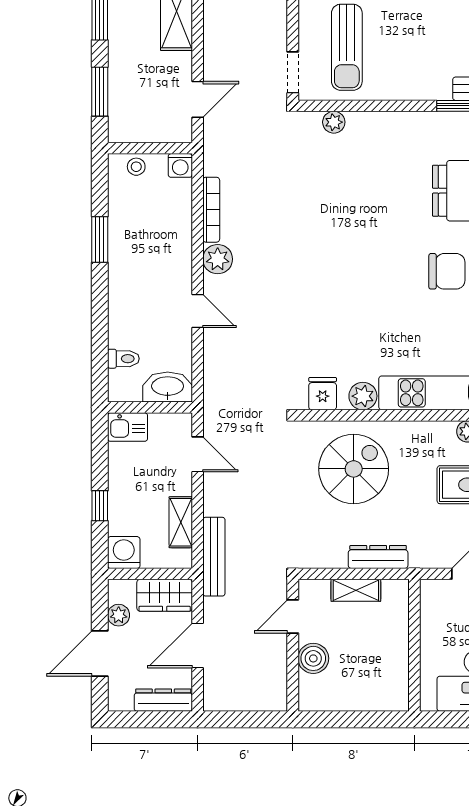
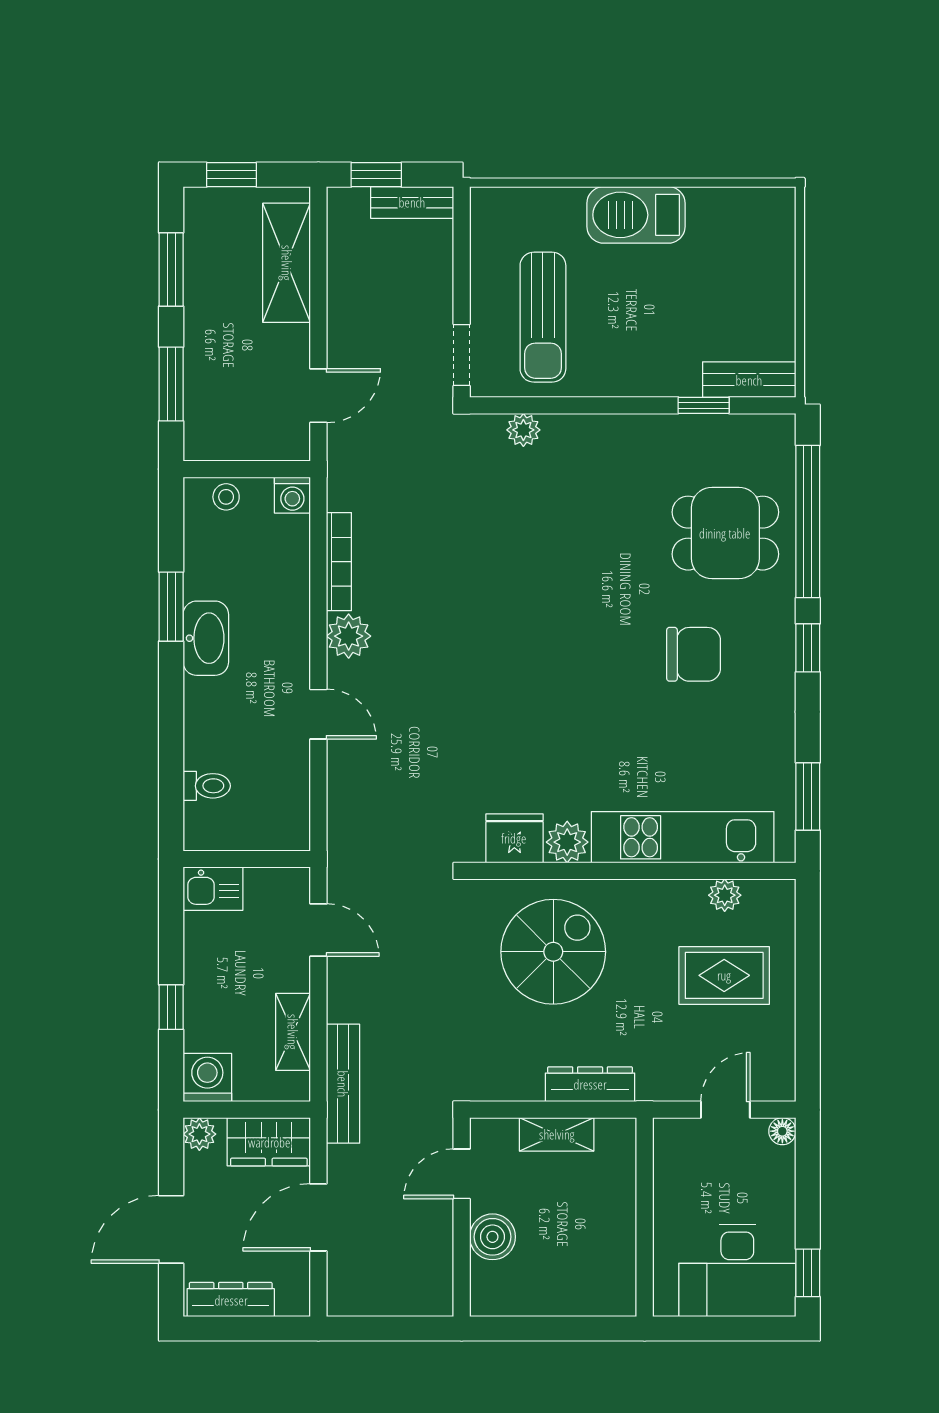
washbasin: (168, 387) -> (206, 638), moved, turned 90
fridge: (323, 394) -> (514, 838), width x1.38
plant: (119, 615) -> (199, 1134), moved
dresser: (163, 700) -> (231, 1300), moved

